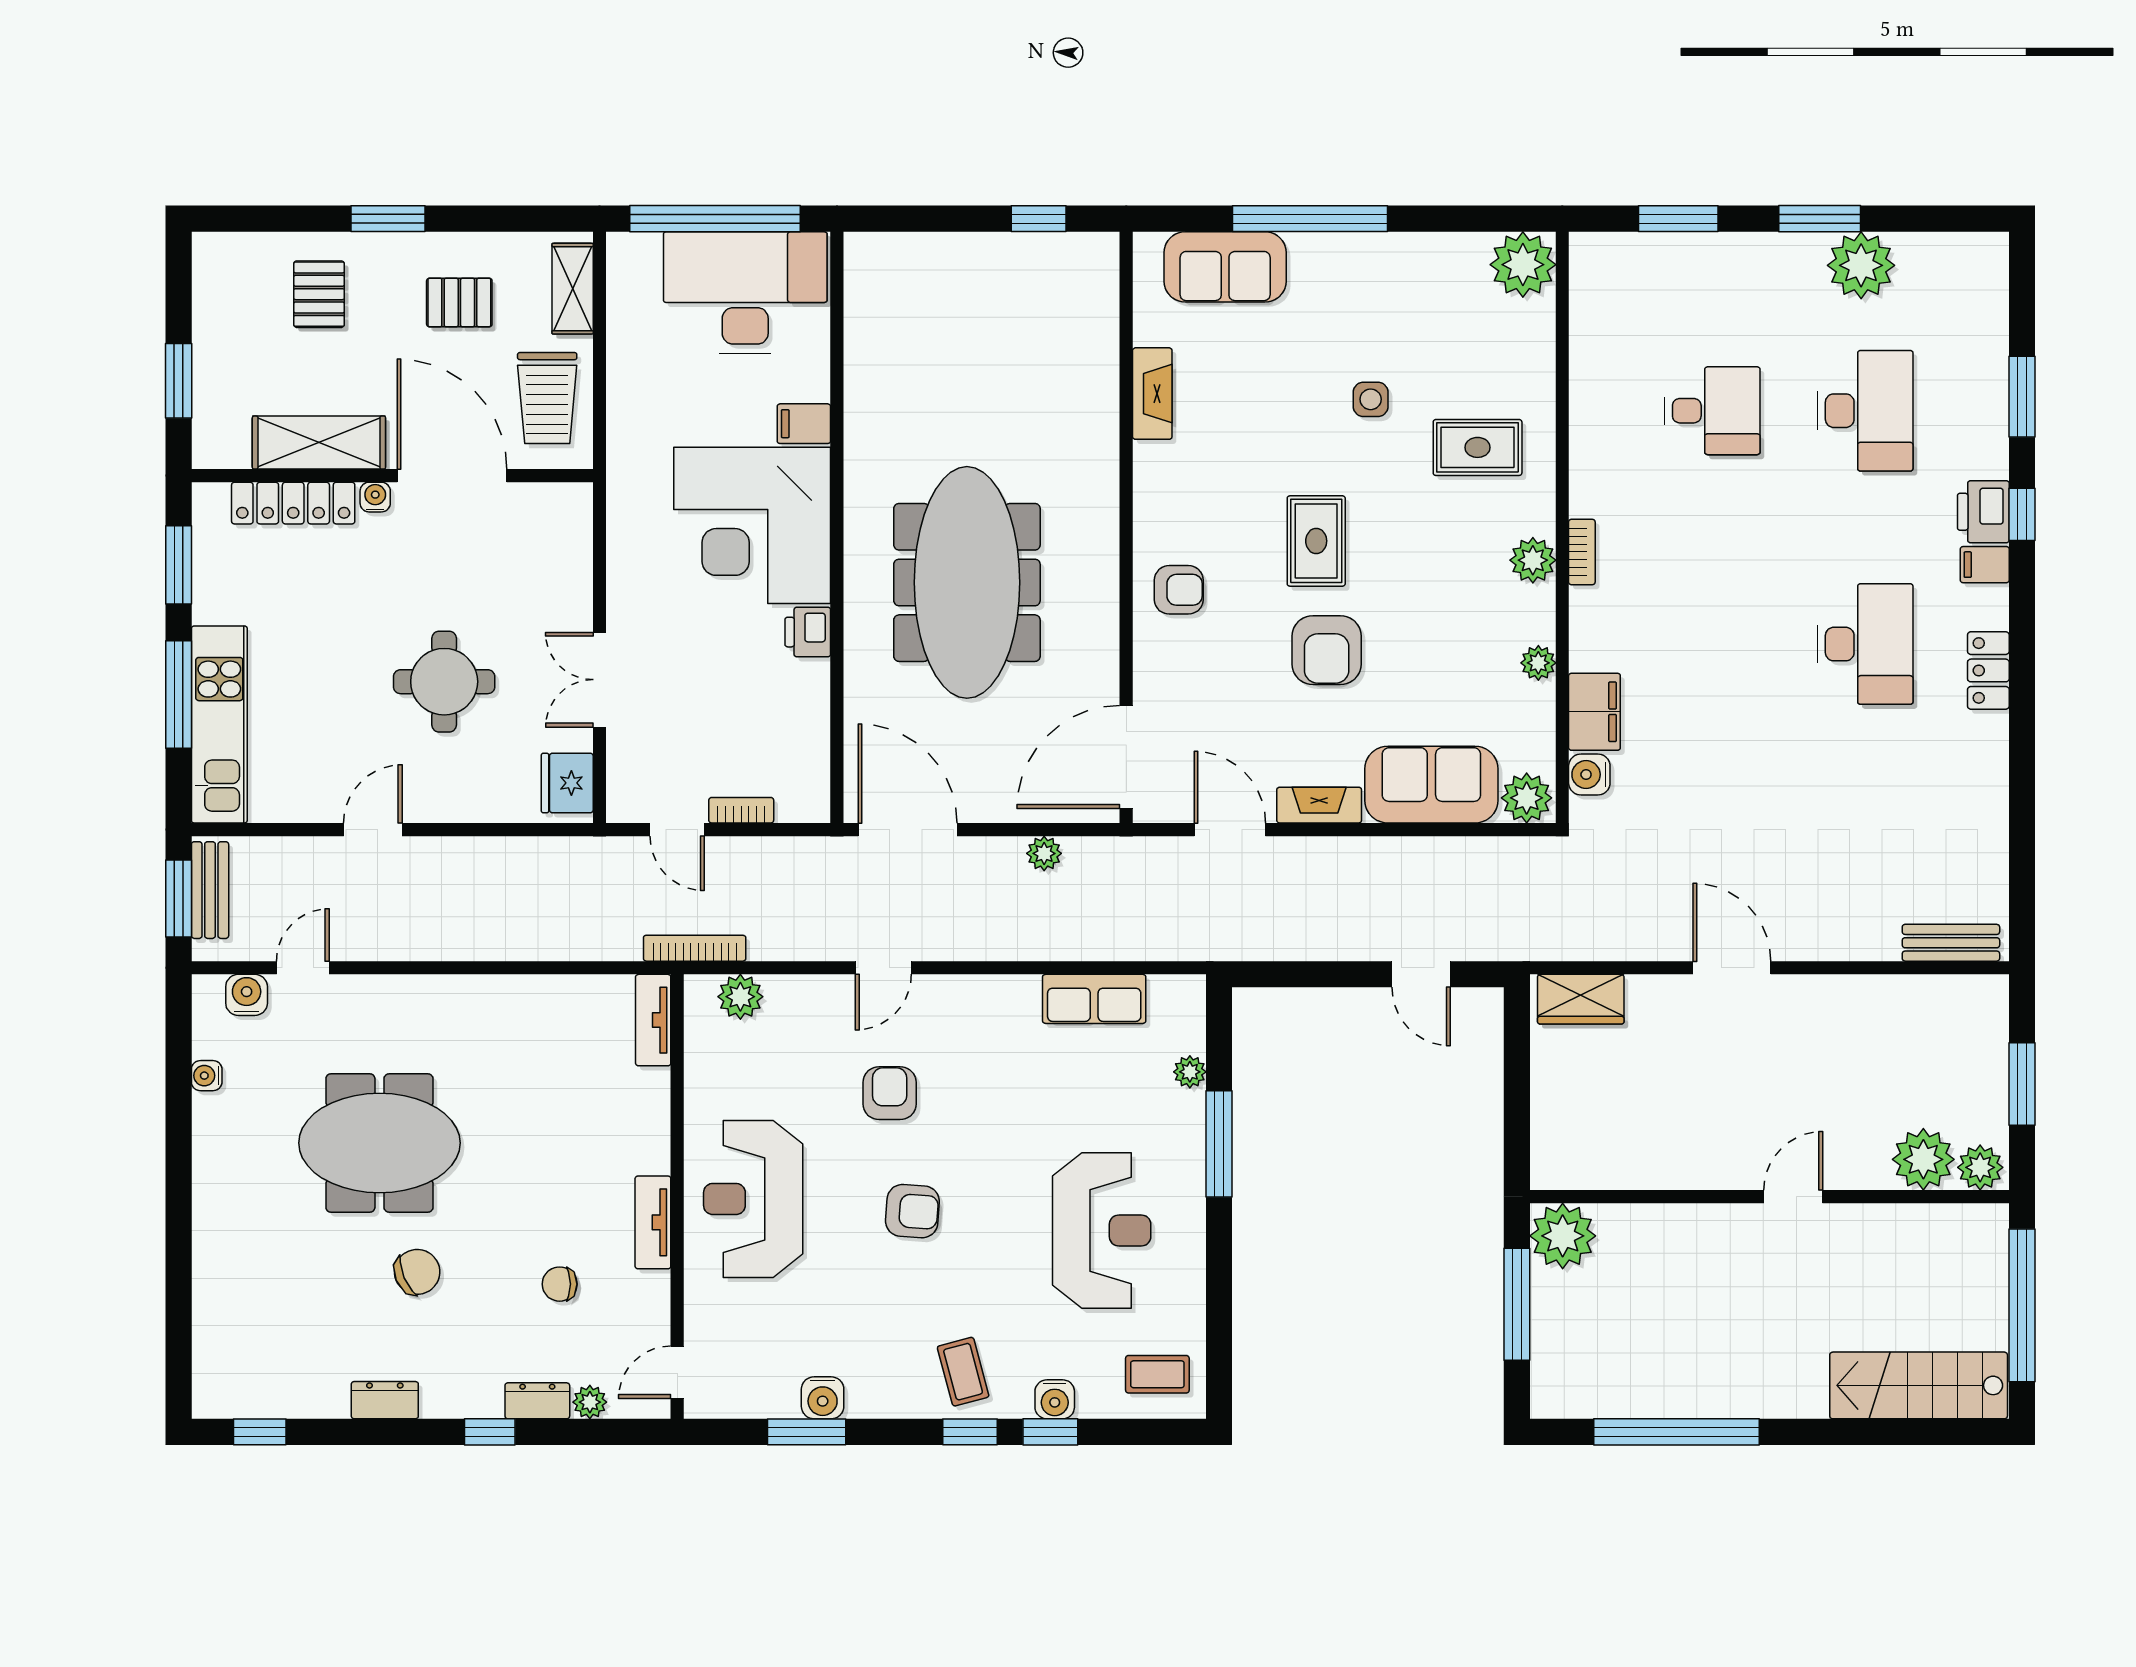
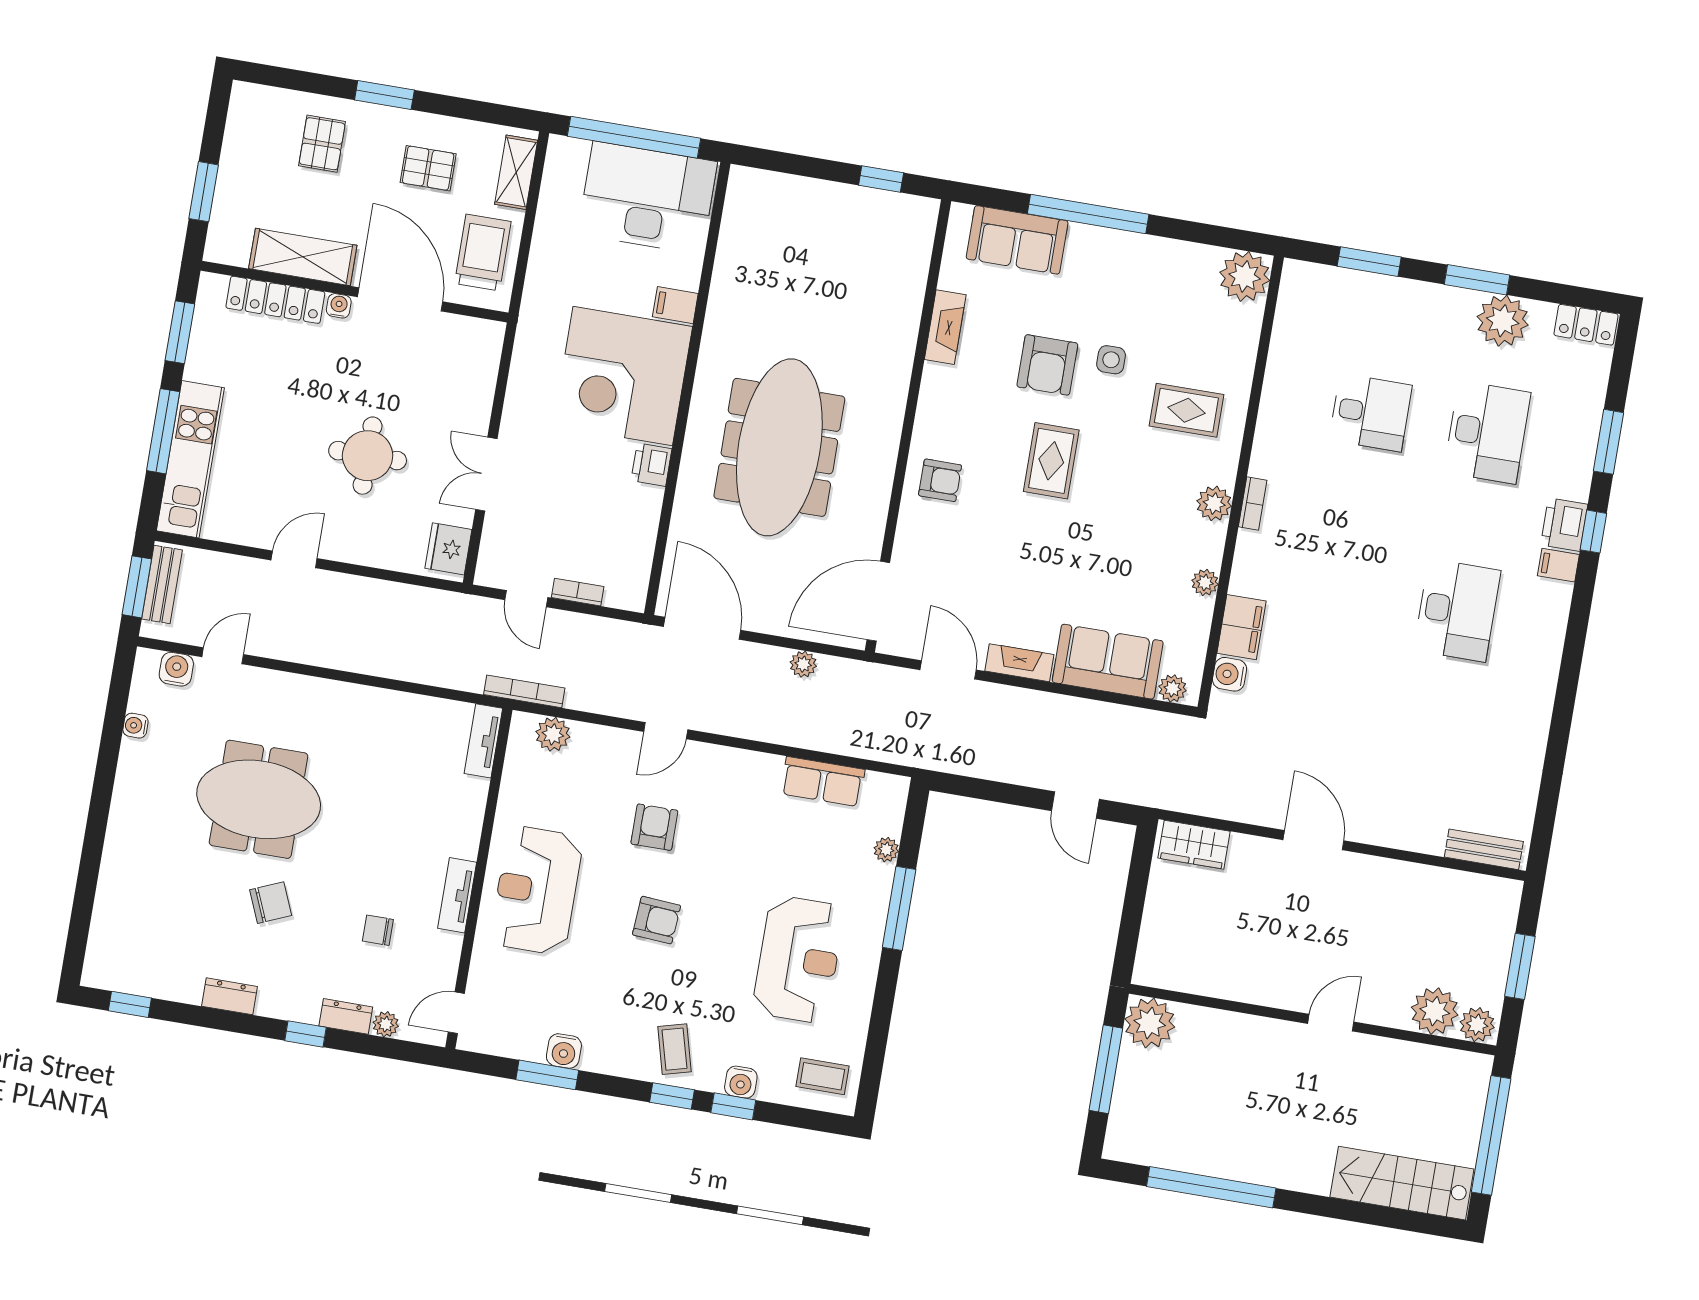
trolley: (547, 398) -> (483, 252), turned 180
armchair: (1327, 650) -> (1047, 365), moved
locker: (1988, 670) -> (1586, 325), moved, turned -90
plant: (1527, 798) -> (1172, 688), width x0.73, depth x0.73

